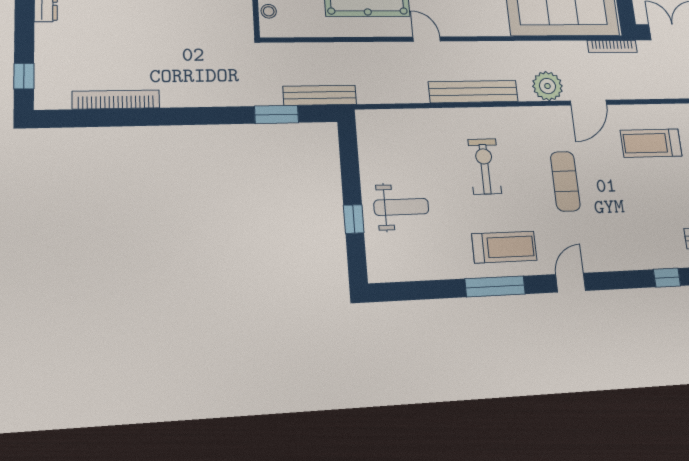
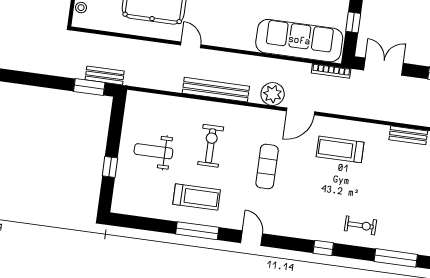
bench: (320, 95) -> (105, 75), width x0.73
window: (276, 114) -> (89, 87), moved
weight bench: (401, 207) -> (153, 151), moved, turned 180
treadmill: (504, 247) -> (197, 197), moved
door: (571, 282) -> (252, 238), hinge flipped

